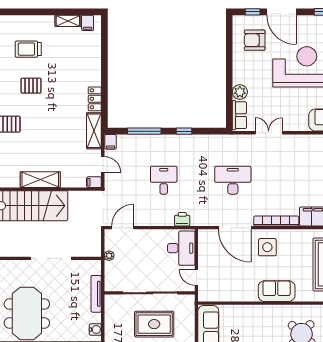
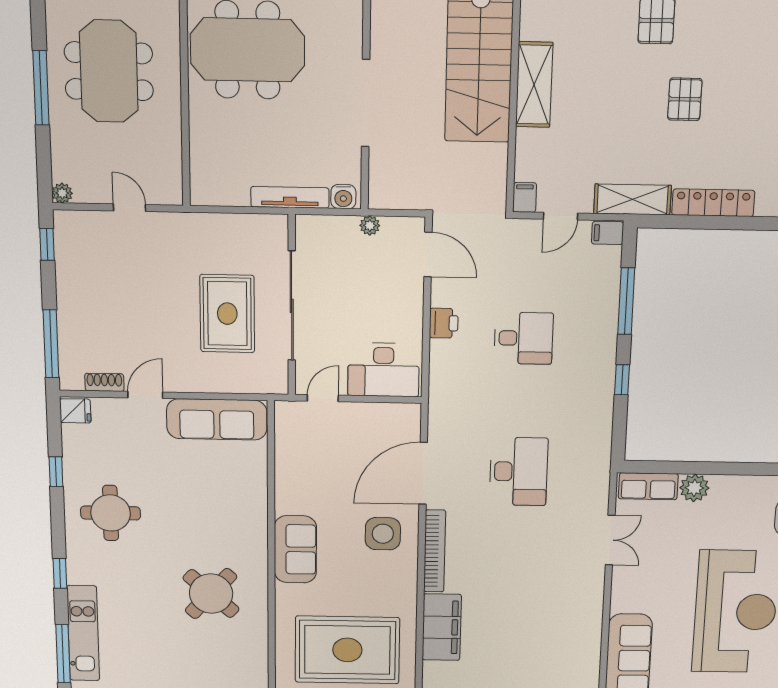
pallet: (31, 86) -> (685, 99), moved
locker: (95, 99) -> (713, 203), width x1.53
printer: (182, 219) -> (444, 323), moved
water cooler: (95, 330) -> (343, 197), moved

